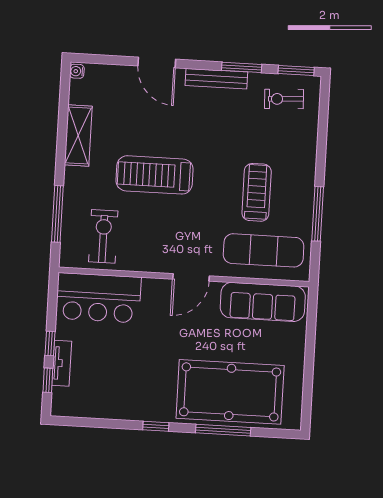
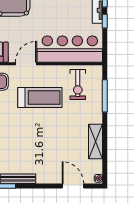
door: (157, 62) -> (73, 186), moved
treadmill: (155, 175) -> (40, 98), moved
bar counter: (98, 298) -> (70, 49), width x1.36

